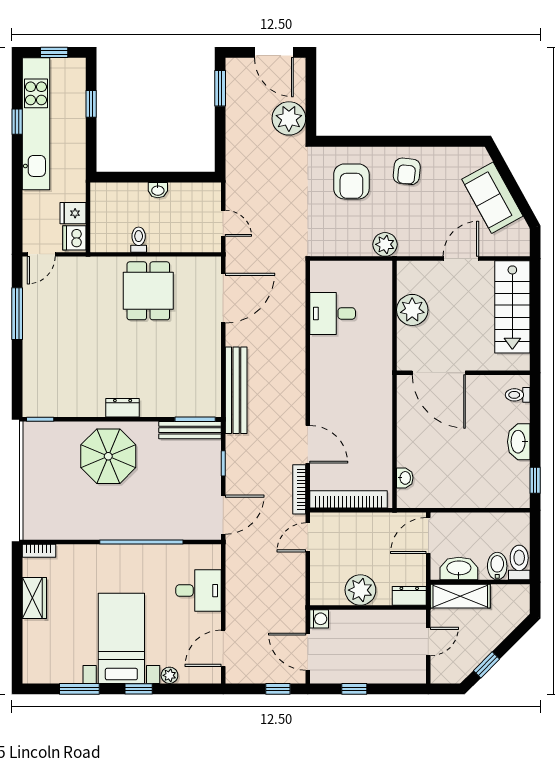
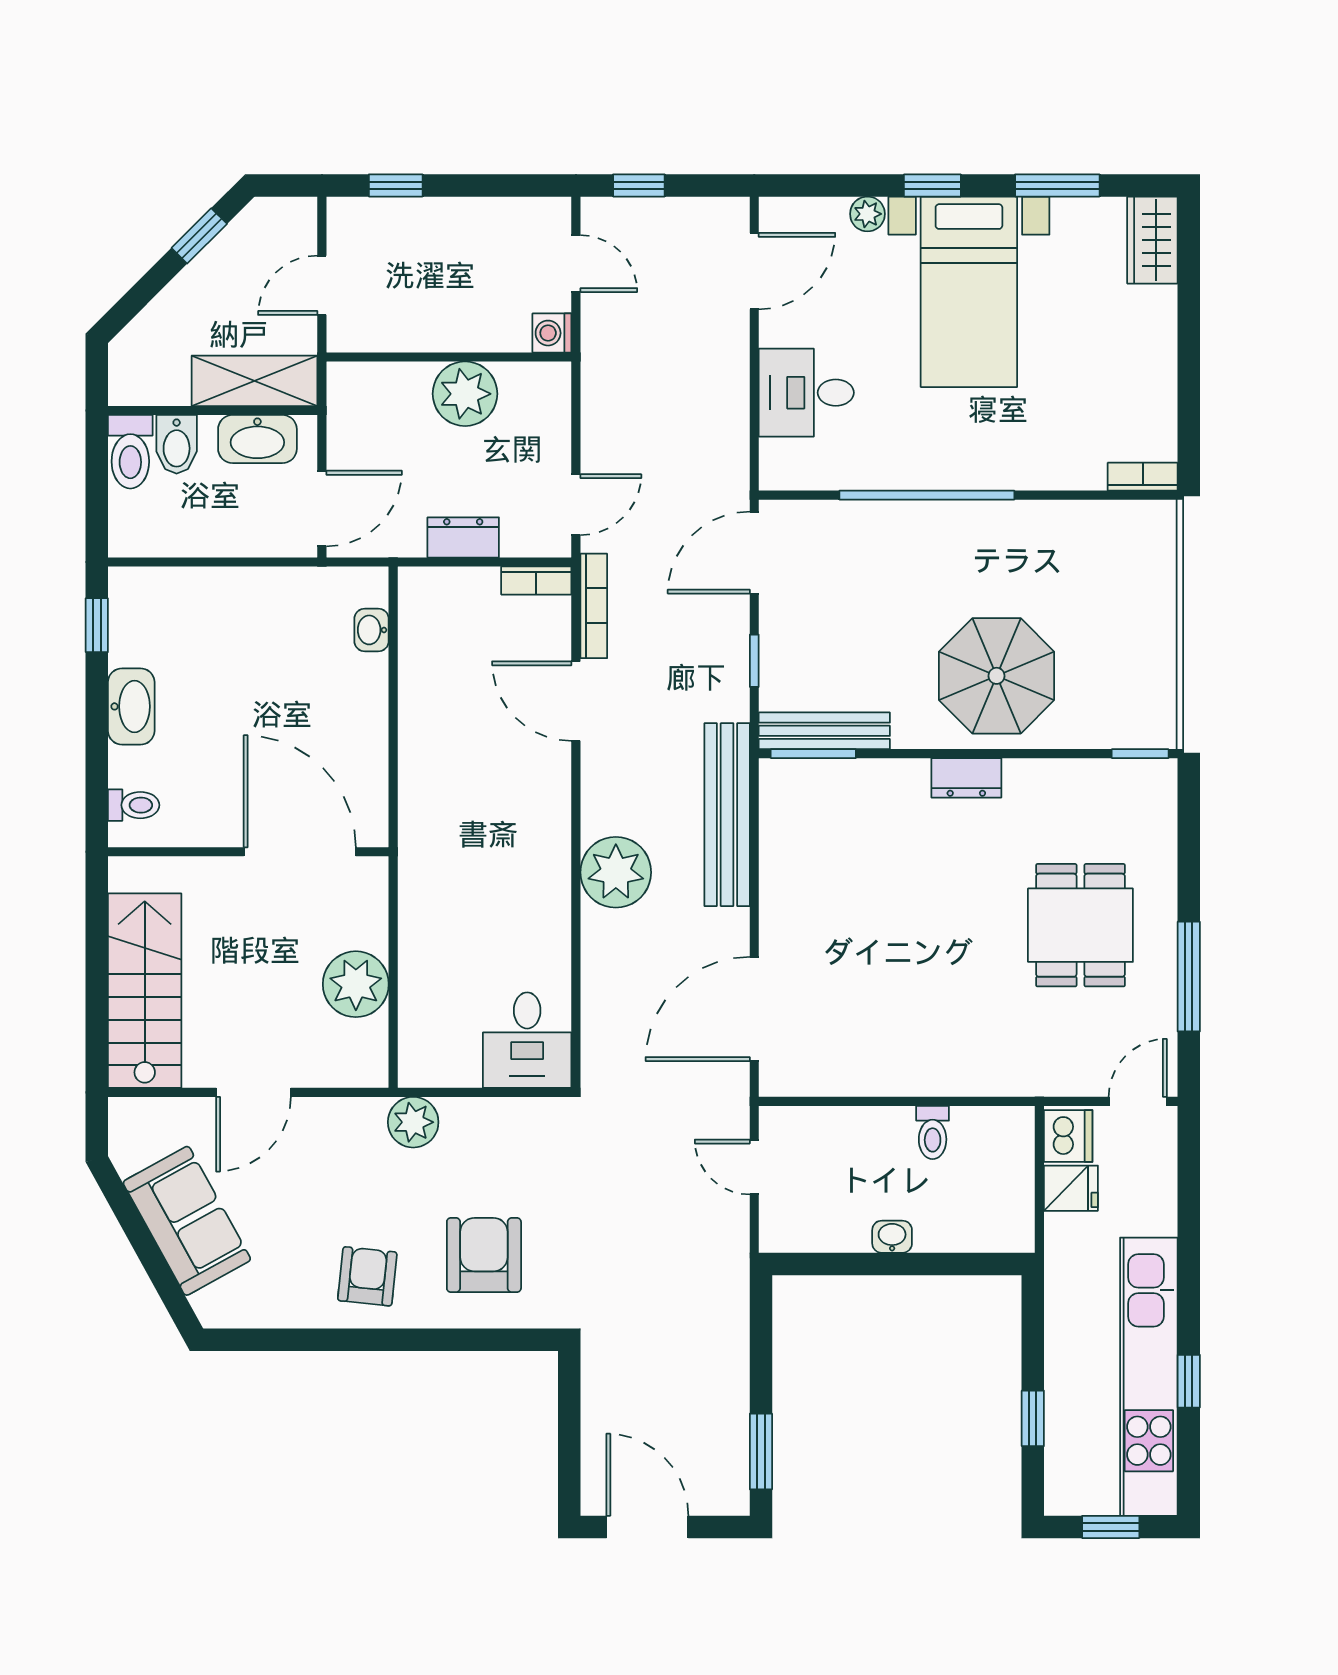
plant: (289, 118) -> (616, 872), moved
dining table: (148, 291) -> (1080, 925), moved
desk: (333, 313) -> (527, 1040), moved, turned 90
bookcase: (348, 499) -> (536, 581), width x0.43, depth x0.76
dresser: (409, 596) -> (463, 537), moved, turned 180
wardrobe: (34, 598) -> (1152, 240), moved
door: (308, 652) -> (576, 264), width x0.73
window: (354, 689) -> (396, 185), moved

